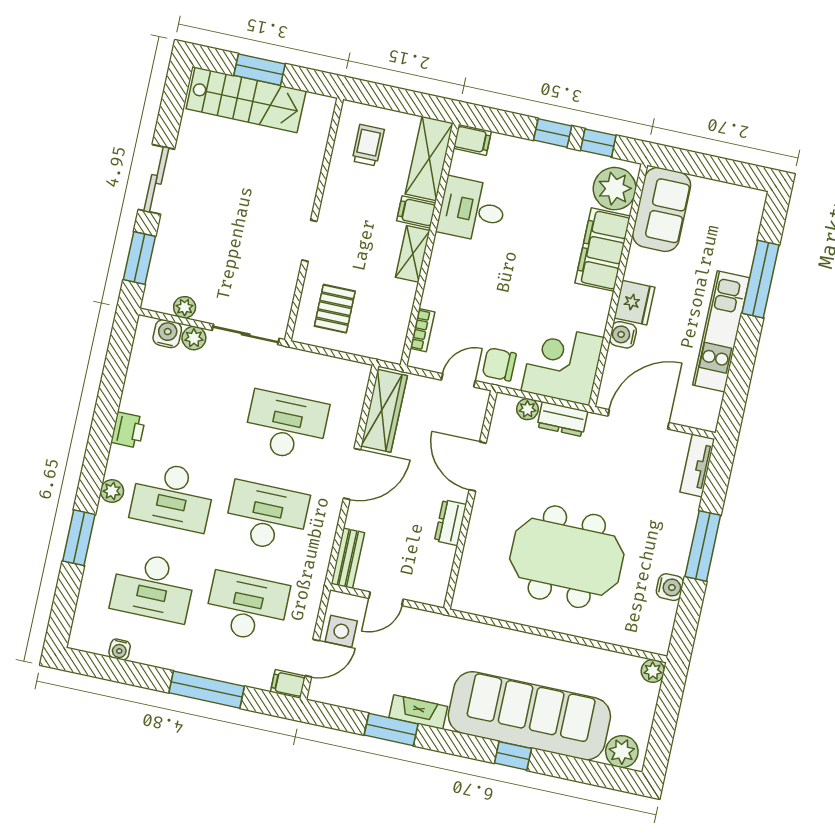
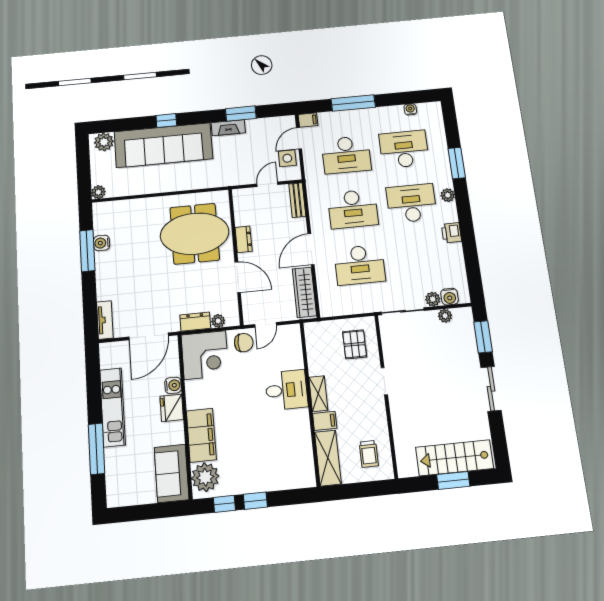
filing cabinet: (472, 140) -> (305, 479), removed
desk: (472, 210) -> (286, 390), moved
bookcase: (422, 330) -> (297, 348), removed
window: (703, 546) -> (87, 251), moved
meeting table: (567, 557) -> (195, 234), moved

